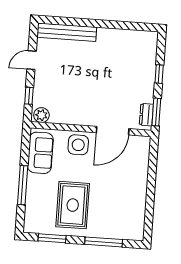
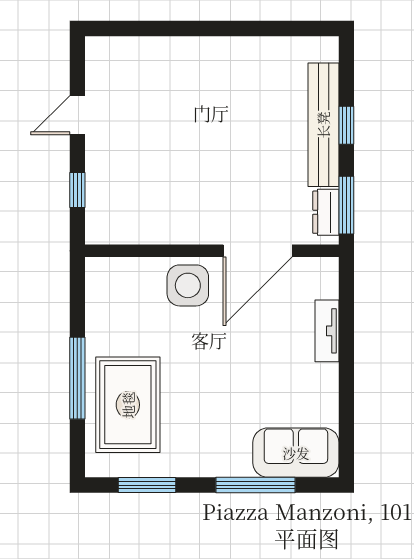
bench: (67, 32) -> (323, 125), moved, turned 90
plant: (41, 115) -> (106, 229), removed
sofa: (40, 153) -> (296, 453), moved, turned -90
tv unit: (143, 171) -> (327, 331), added
rug: (73, 205) -> (128, 405), moved

